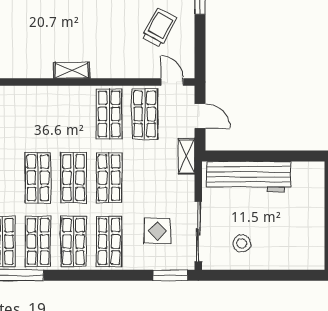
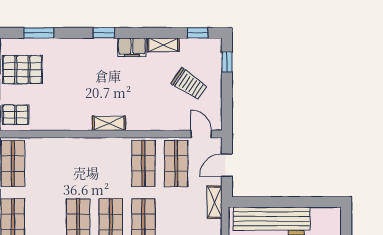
trolley: (159, 28) -> (189, 84), turned 95
door: (200, 116) -> (227, 165), swing flipped

